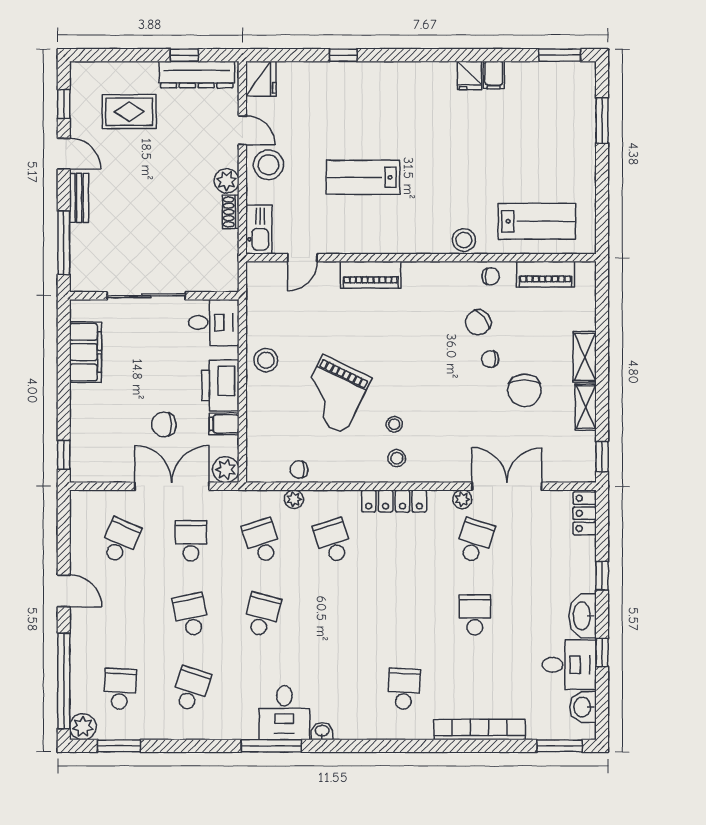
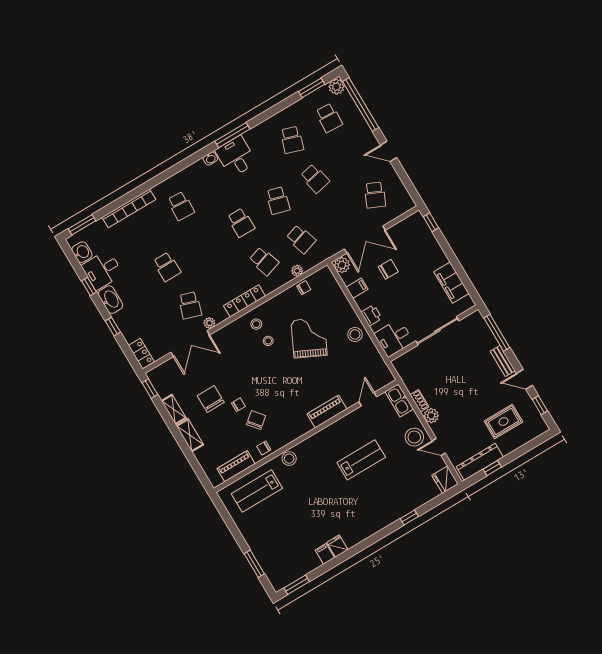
printer: (220, 385) -> (371, 315), width x0.53, depth x0.68
school desk: (191, 541) -> (241, 223), moved

